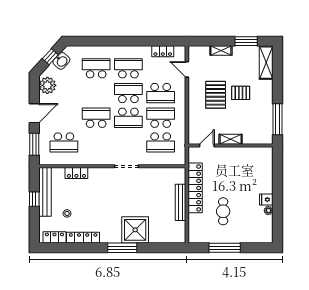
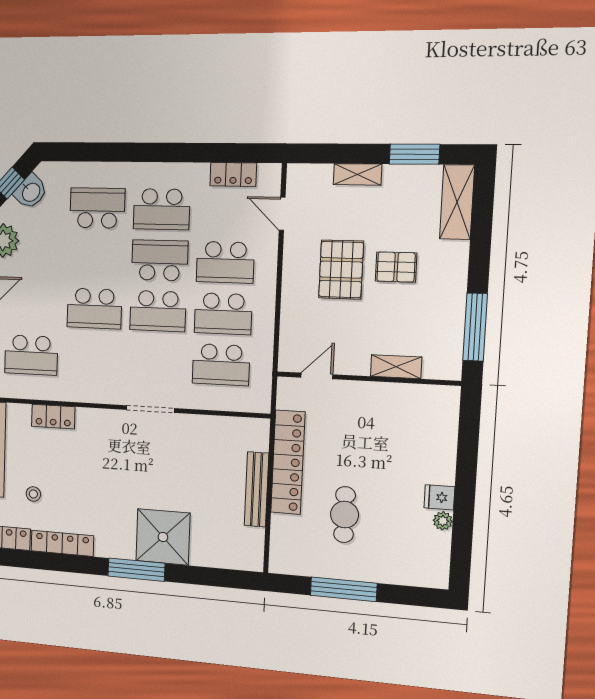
school desk: (128, 68) -> (162, 209), turned 180
school desk: (96, 118) -> (94, 309), turned 180
school desk: (161, 118) -> (223, 314), turned 180
shelving: (231, 139) -> (396, 367), moved

